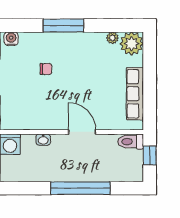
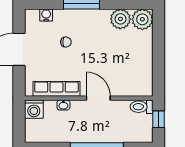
plant: (112, 38) -> (120, 19), width x1.88, depth x1.88
water cooler: (11, 39) -> (46, 15), moved
row of seats: (135, 94) -> (56, 89), moved, turned 90

